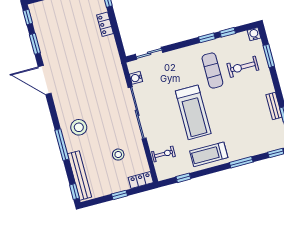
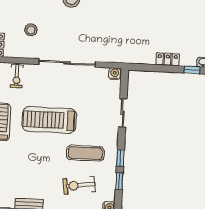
sliding door: (149, 53) -> (123, 113), moved
exercise bike: (243, 67) -> (79, 185), turned -98
water cooler: (136, 78) -> (115, 74), moved

